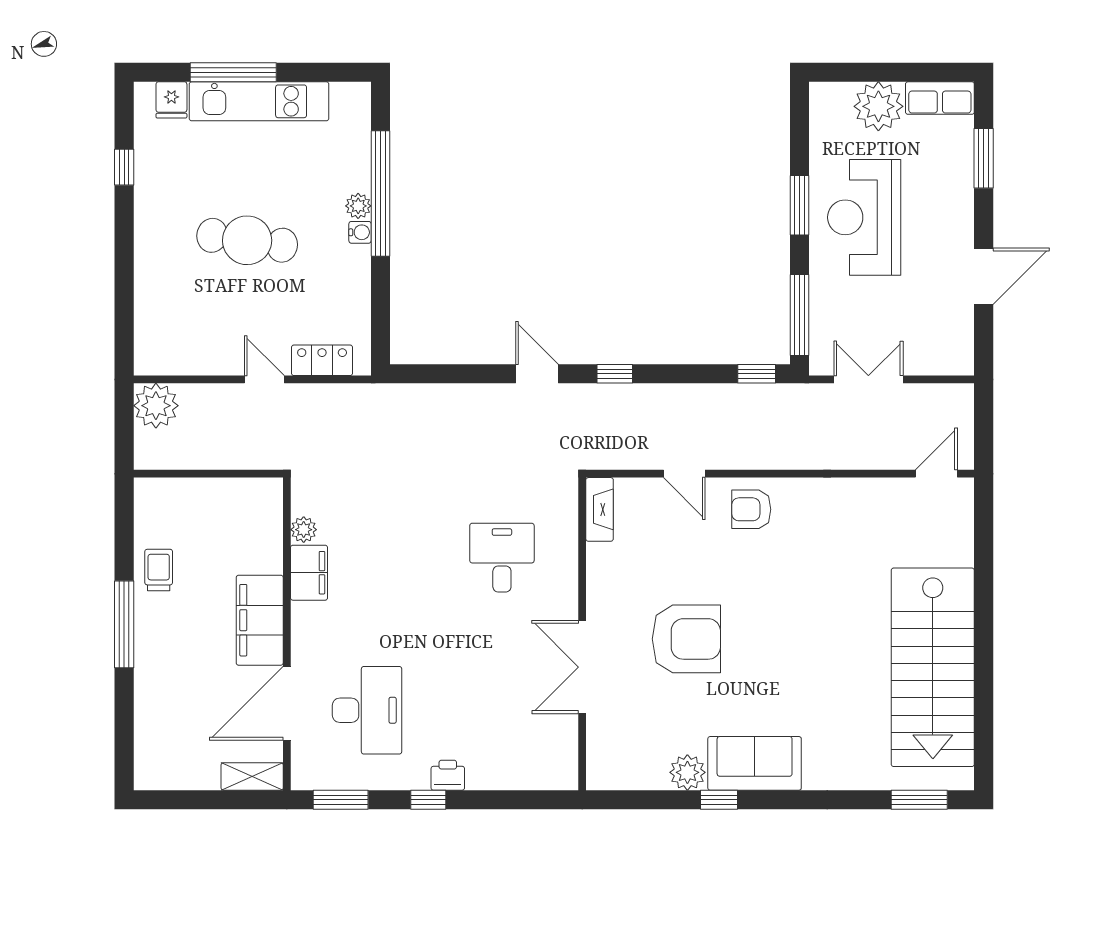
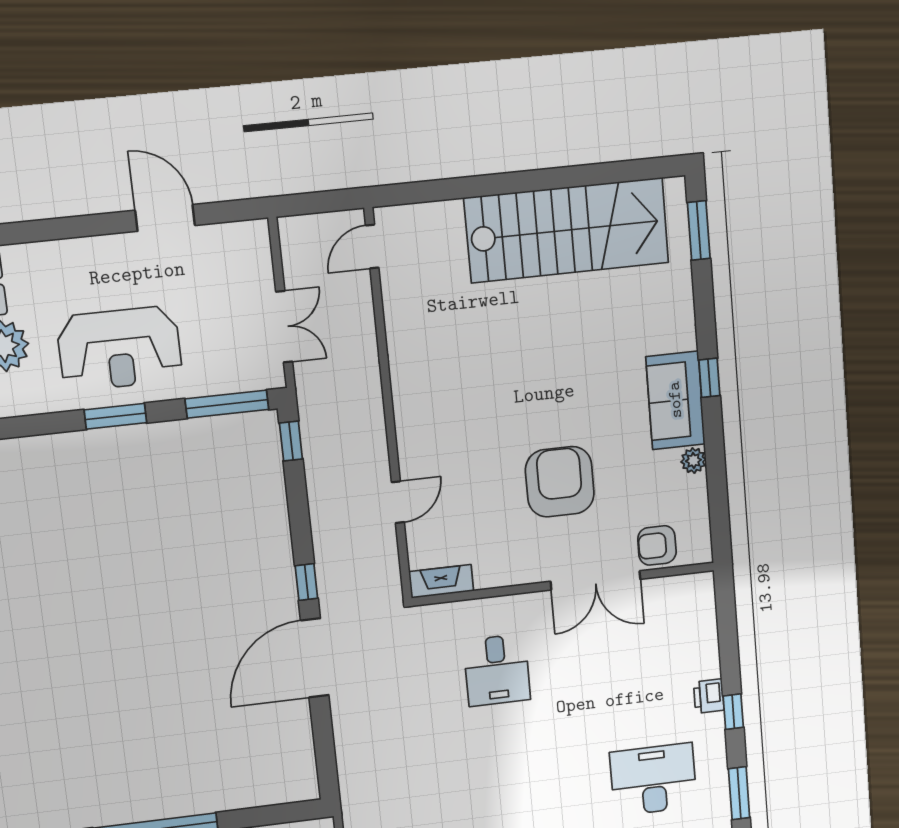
window: (984, 158) -> (43, 230), removed
door: (537, 374) -> (315, 658), width x1.88
double door: (868, 379) -> (284, 327), swing flipped
door: (936, 474) -> (372, 247), hinge flipped
armchair: (751, 509) -> (657, 545), moved, turned 90
desk: (502, 558) -> (497, 670), turned -90
plant: (687, 772) -> (693, 460), width x0.73, depth x0.73
window: (719, 800) -> (709, 378), moved

